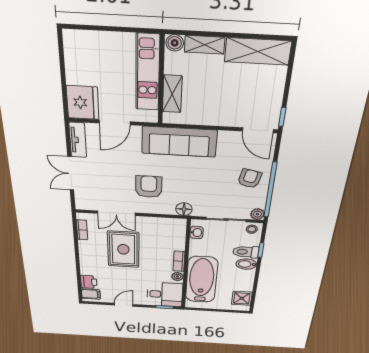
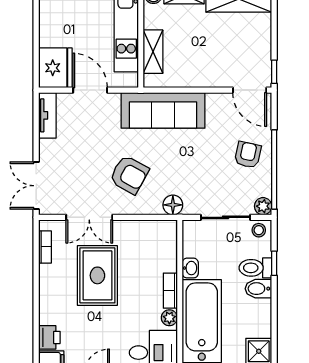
door: (115, 122) -> (90, 90), swing flipped
double door: (71, 174) -> (36, 186), moved
armchair: (149, 187) -> (129, 175), turned 119
washbasin: (196, 233) -> (190, 268), moved

